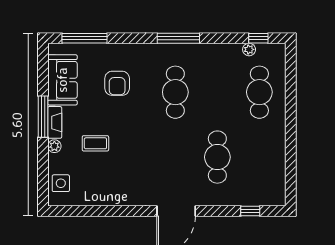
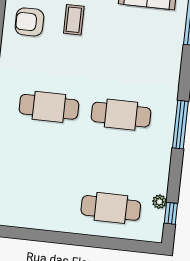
armchair: (117, 83) -> (29, 22), moved
cafe table: (217, 157) -> (49, 107), moved

